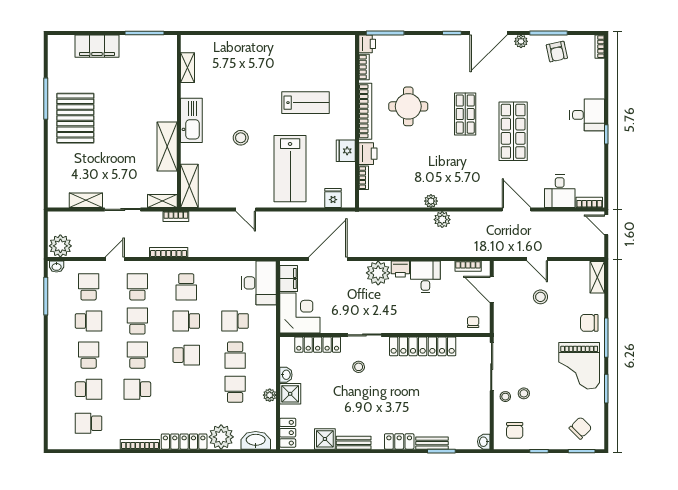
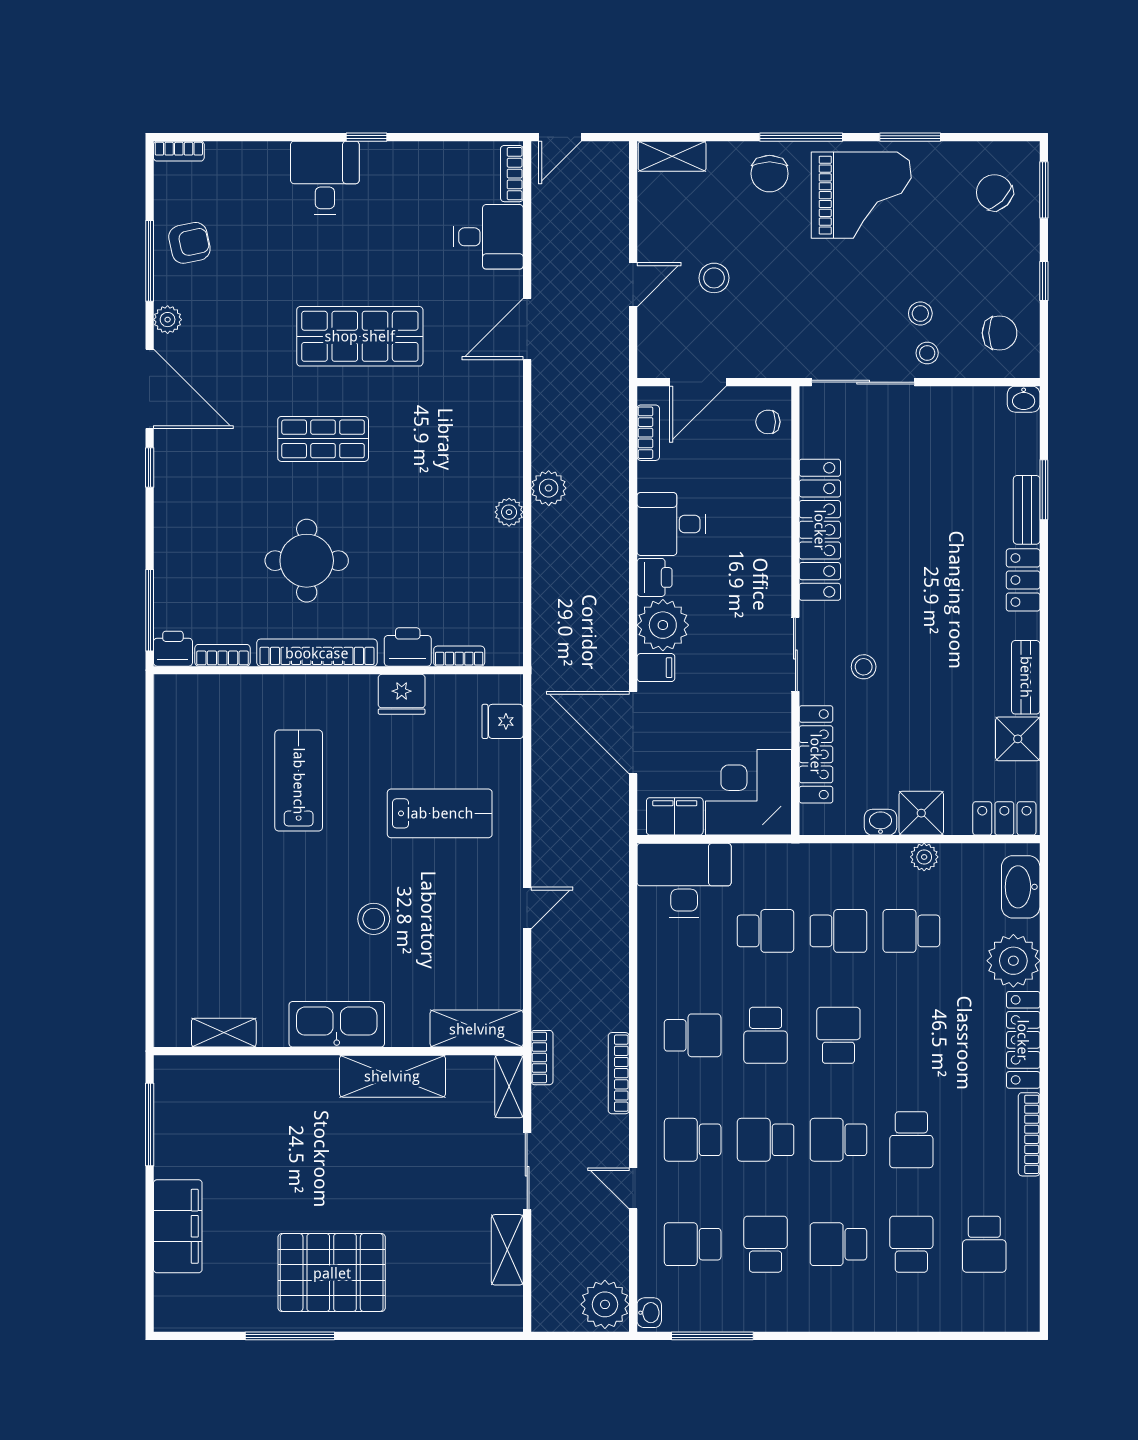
lab bench: (290, 169) -> (440, 813), width x0.73, depth x0.72
filing cabinet: (358, 270) -> (656, 668), added
school desk: (235, 321) -> (766, 931), turned -90

